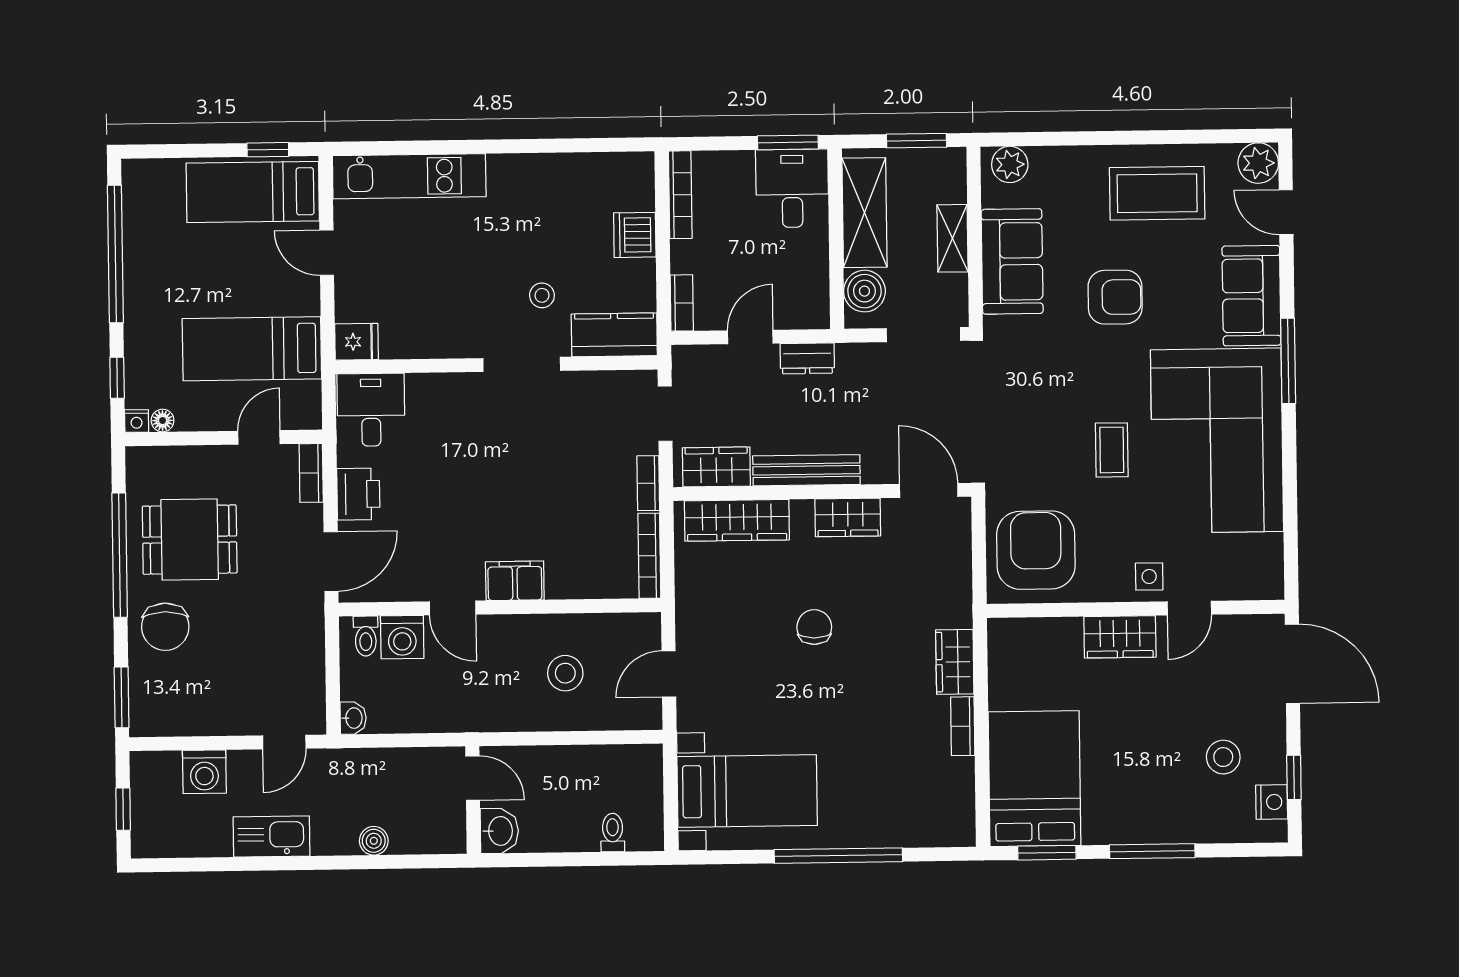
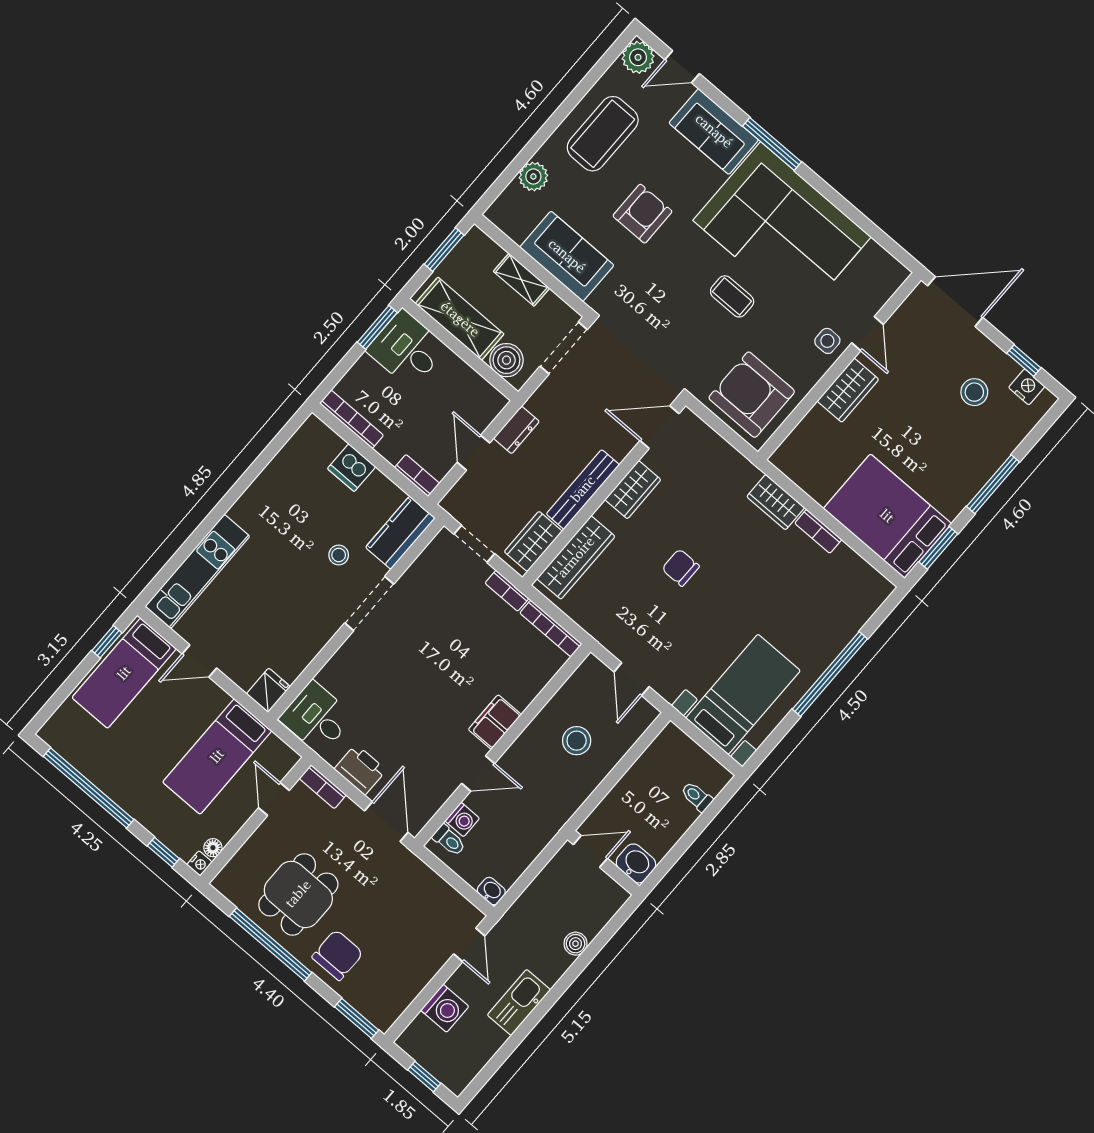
plant: (1010, 164) -> (533, 176), moved
chair: (165, 627) -> (338, 955), turned -90
washing machine: (402, 637) -> (462, 820), width x0.73, depth x0.73

